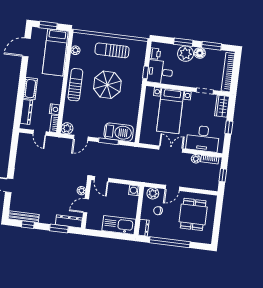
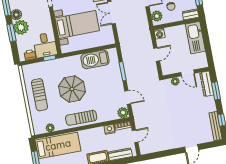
barbecue: (119, 132) -> (95, 59), moved, turned -90
door: (101, 179) -> (157, 55), moved

